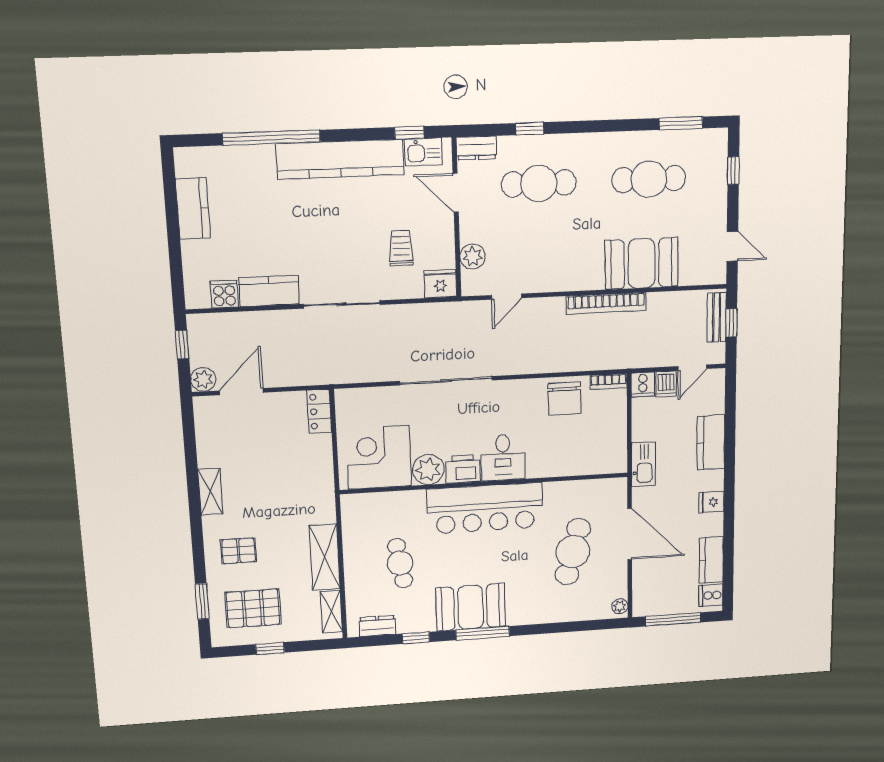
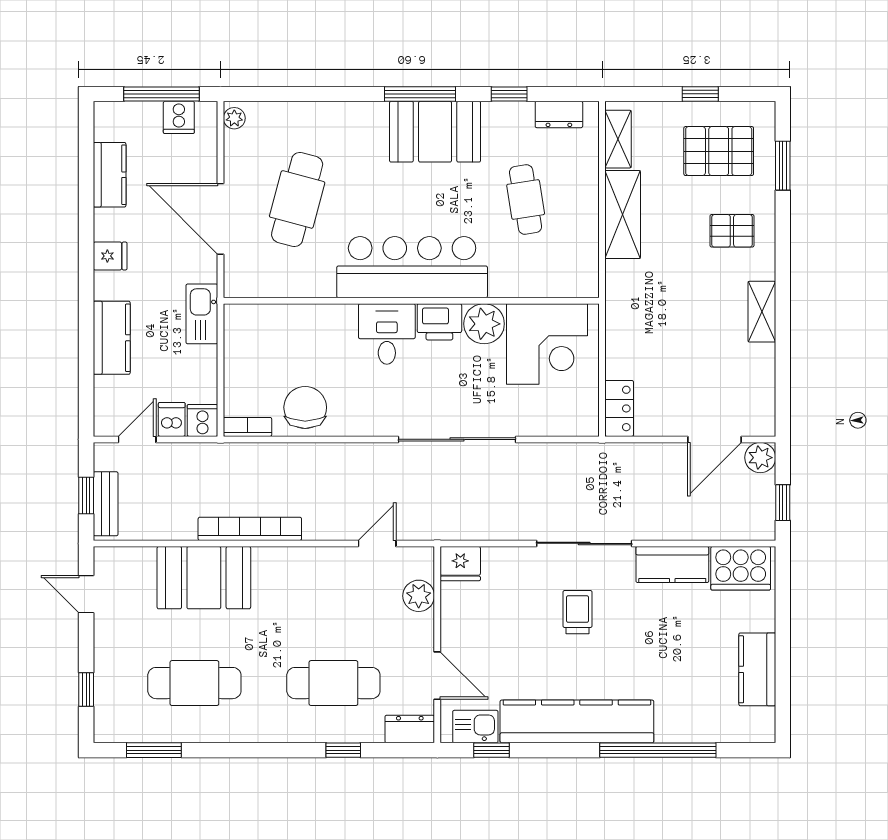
trolley: (401, 248) -> (578, 612), moved, turned 180
cooker: (224, 294) -> (741, 568), width x1.87, depth x1.31
cooker: (711, 595) -> (179, 117), moved, turned 90

